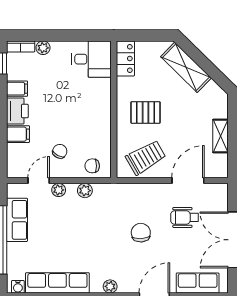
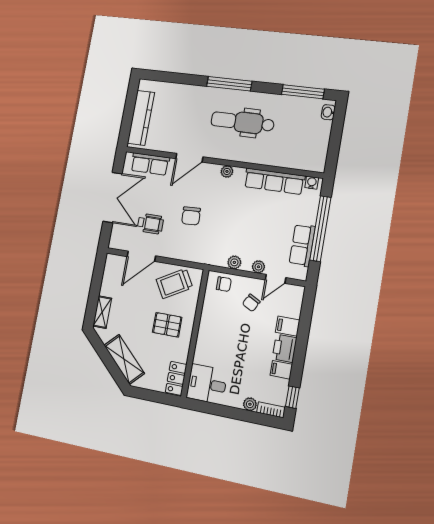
shelving: (221, 136) -> (102, 312), moved

